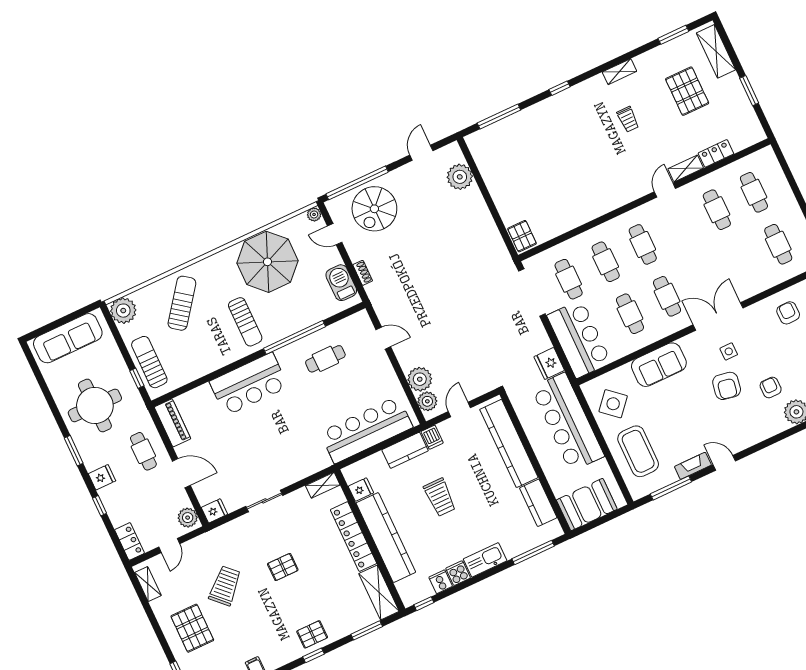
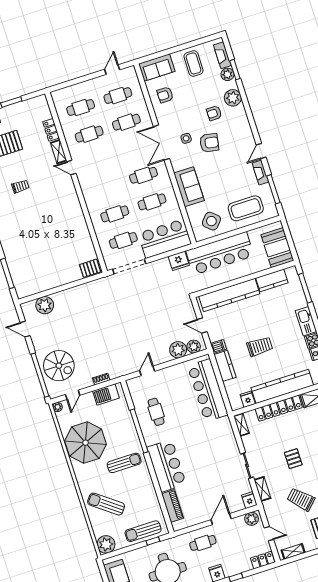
cafe table: (643, 244) -> (126, 122), moved
piano: (173, 423) -> (173, 506), moved, turned 90
shelving: (233, 528) -> (262, 489), added

